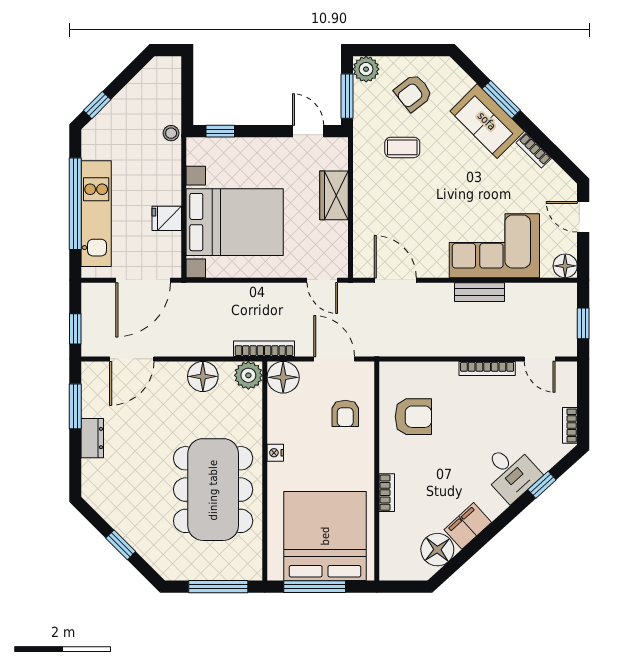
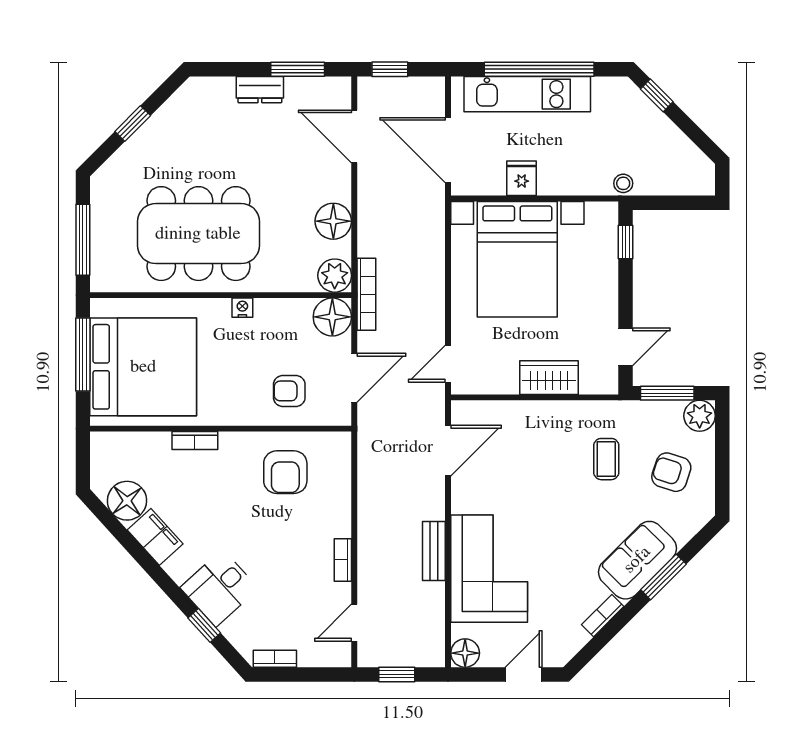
armchair: (413, 93) -> (671, 472), turned -34
bookcase: (487, 368) -> (343, 560), width x0.64

